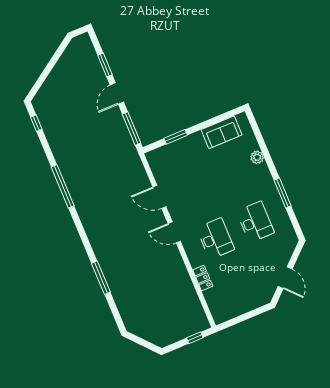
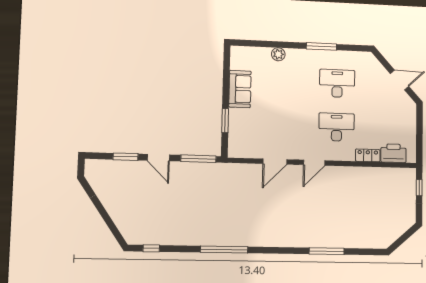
sofa: (222, 132) -> (240, 89), moved
printer: (215, 301) -> (393, 153), added

